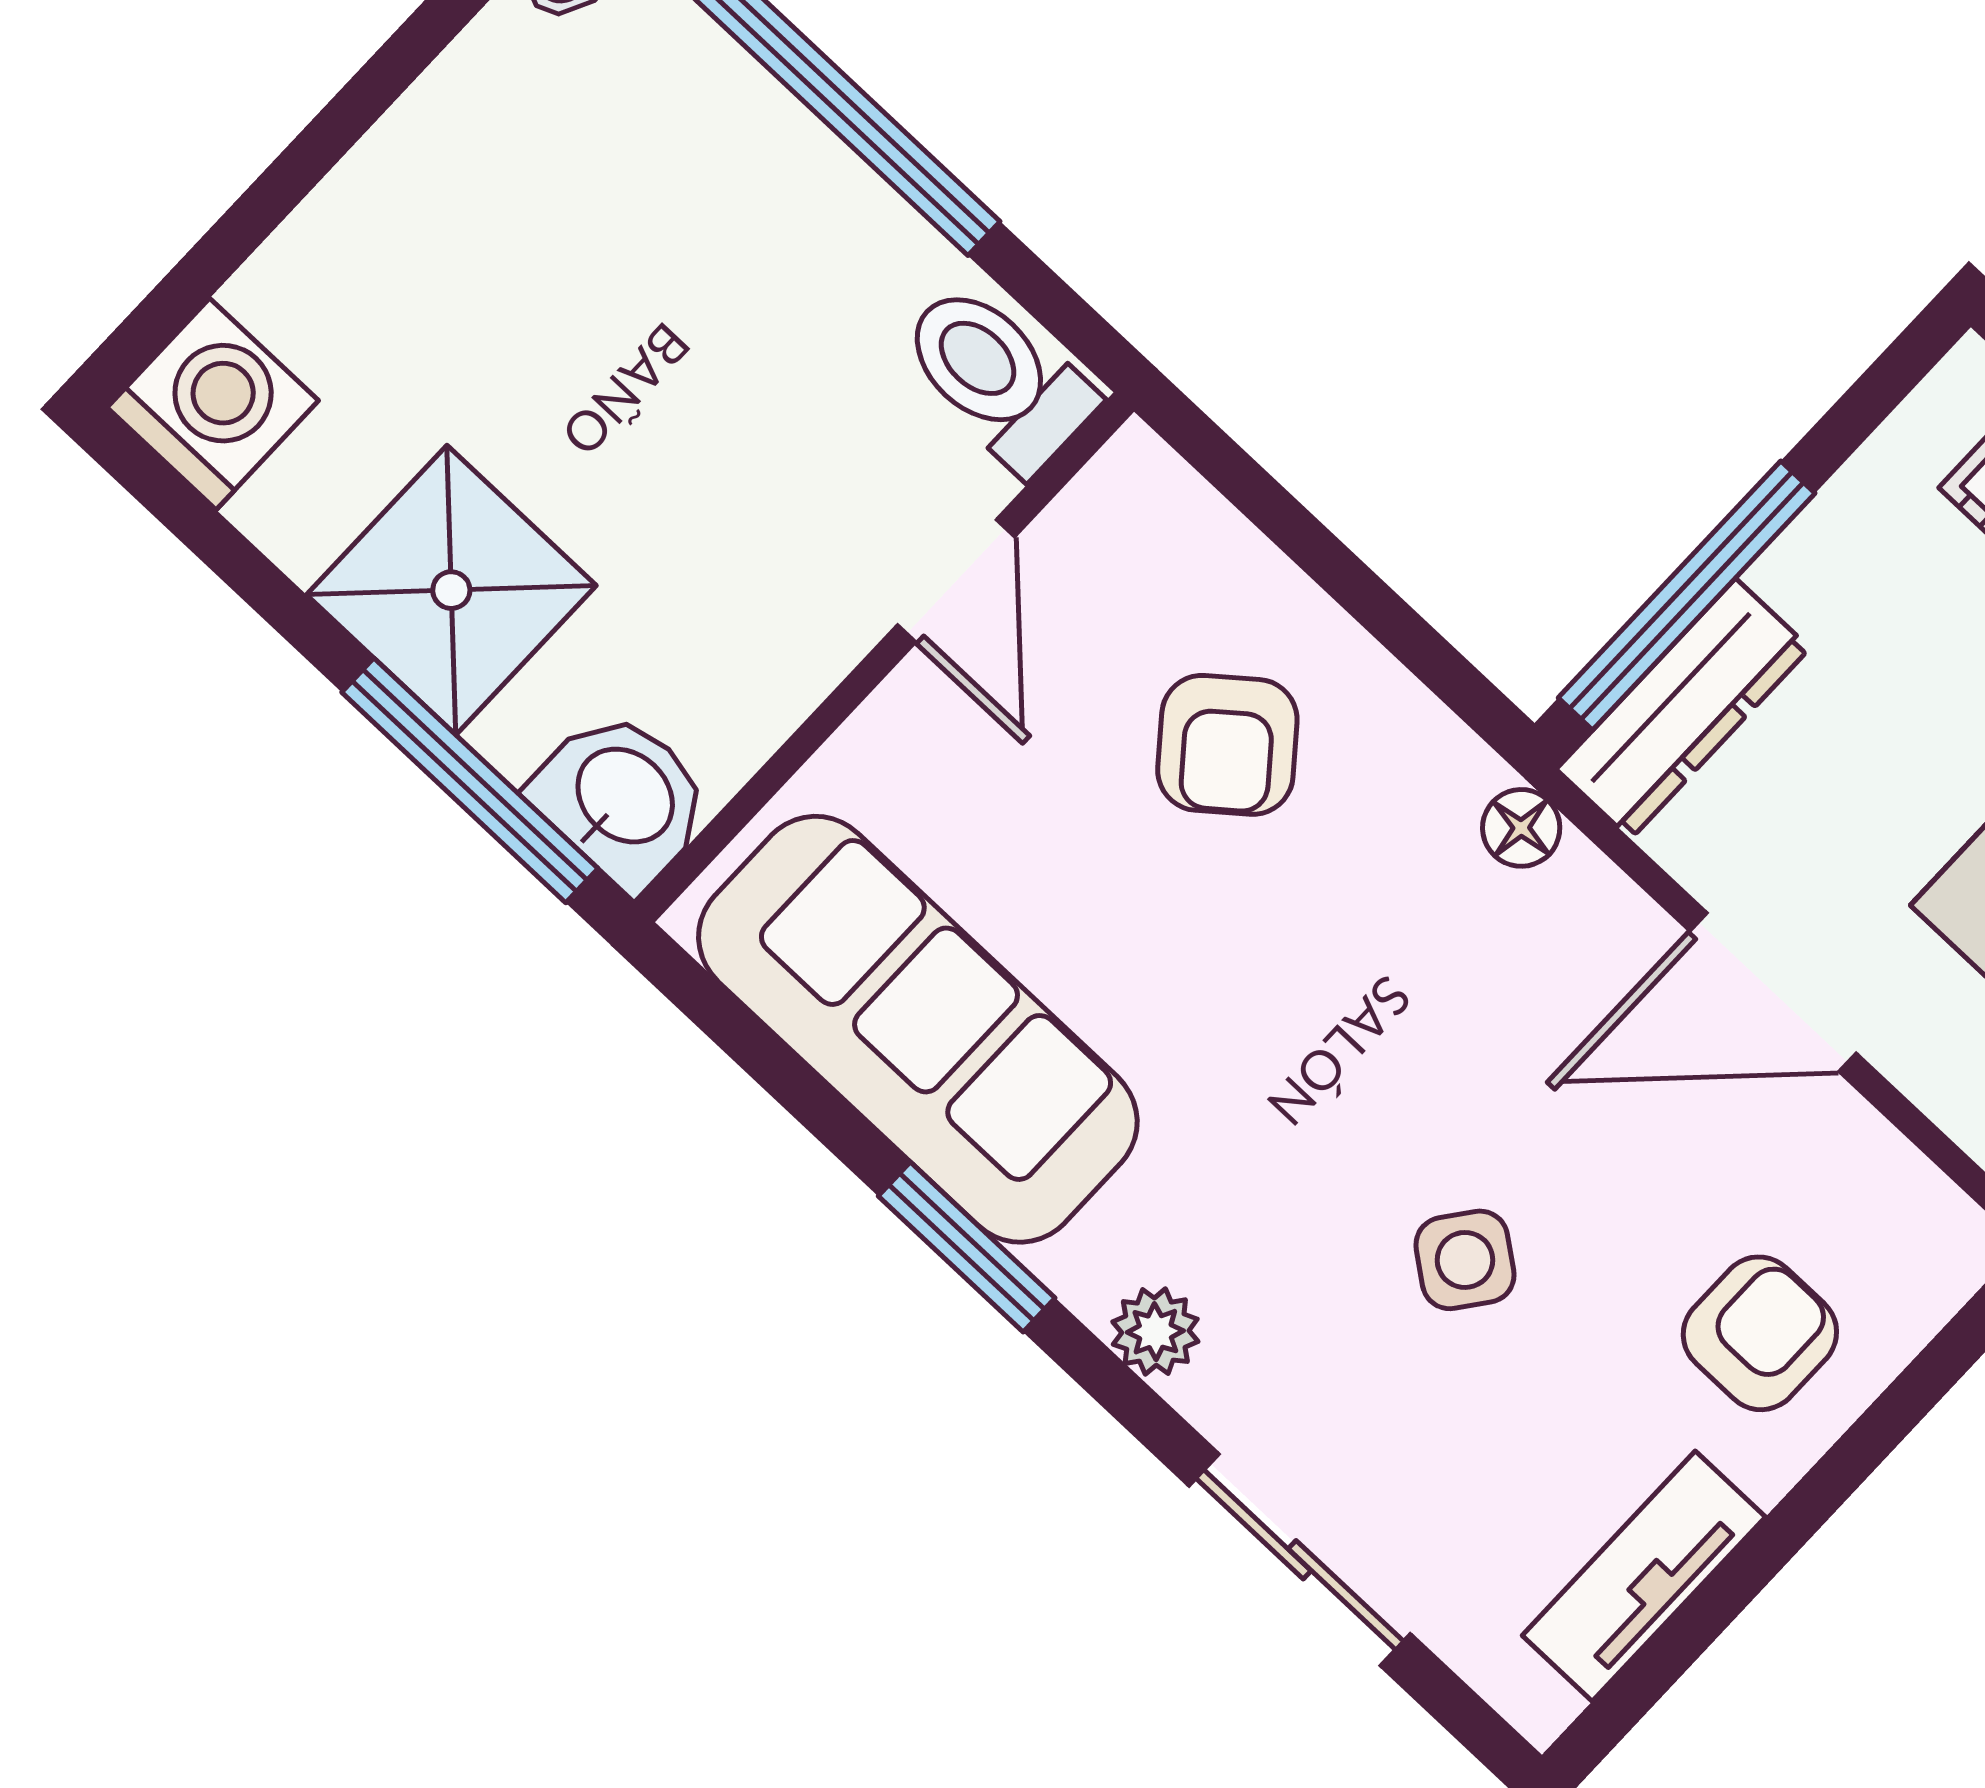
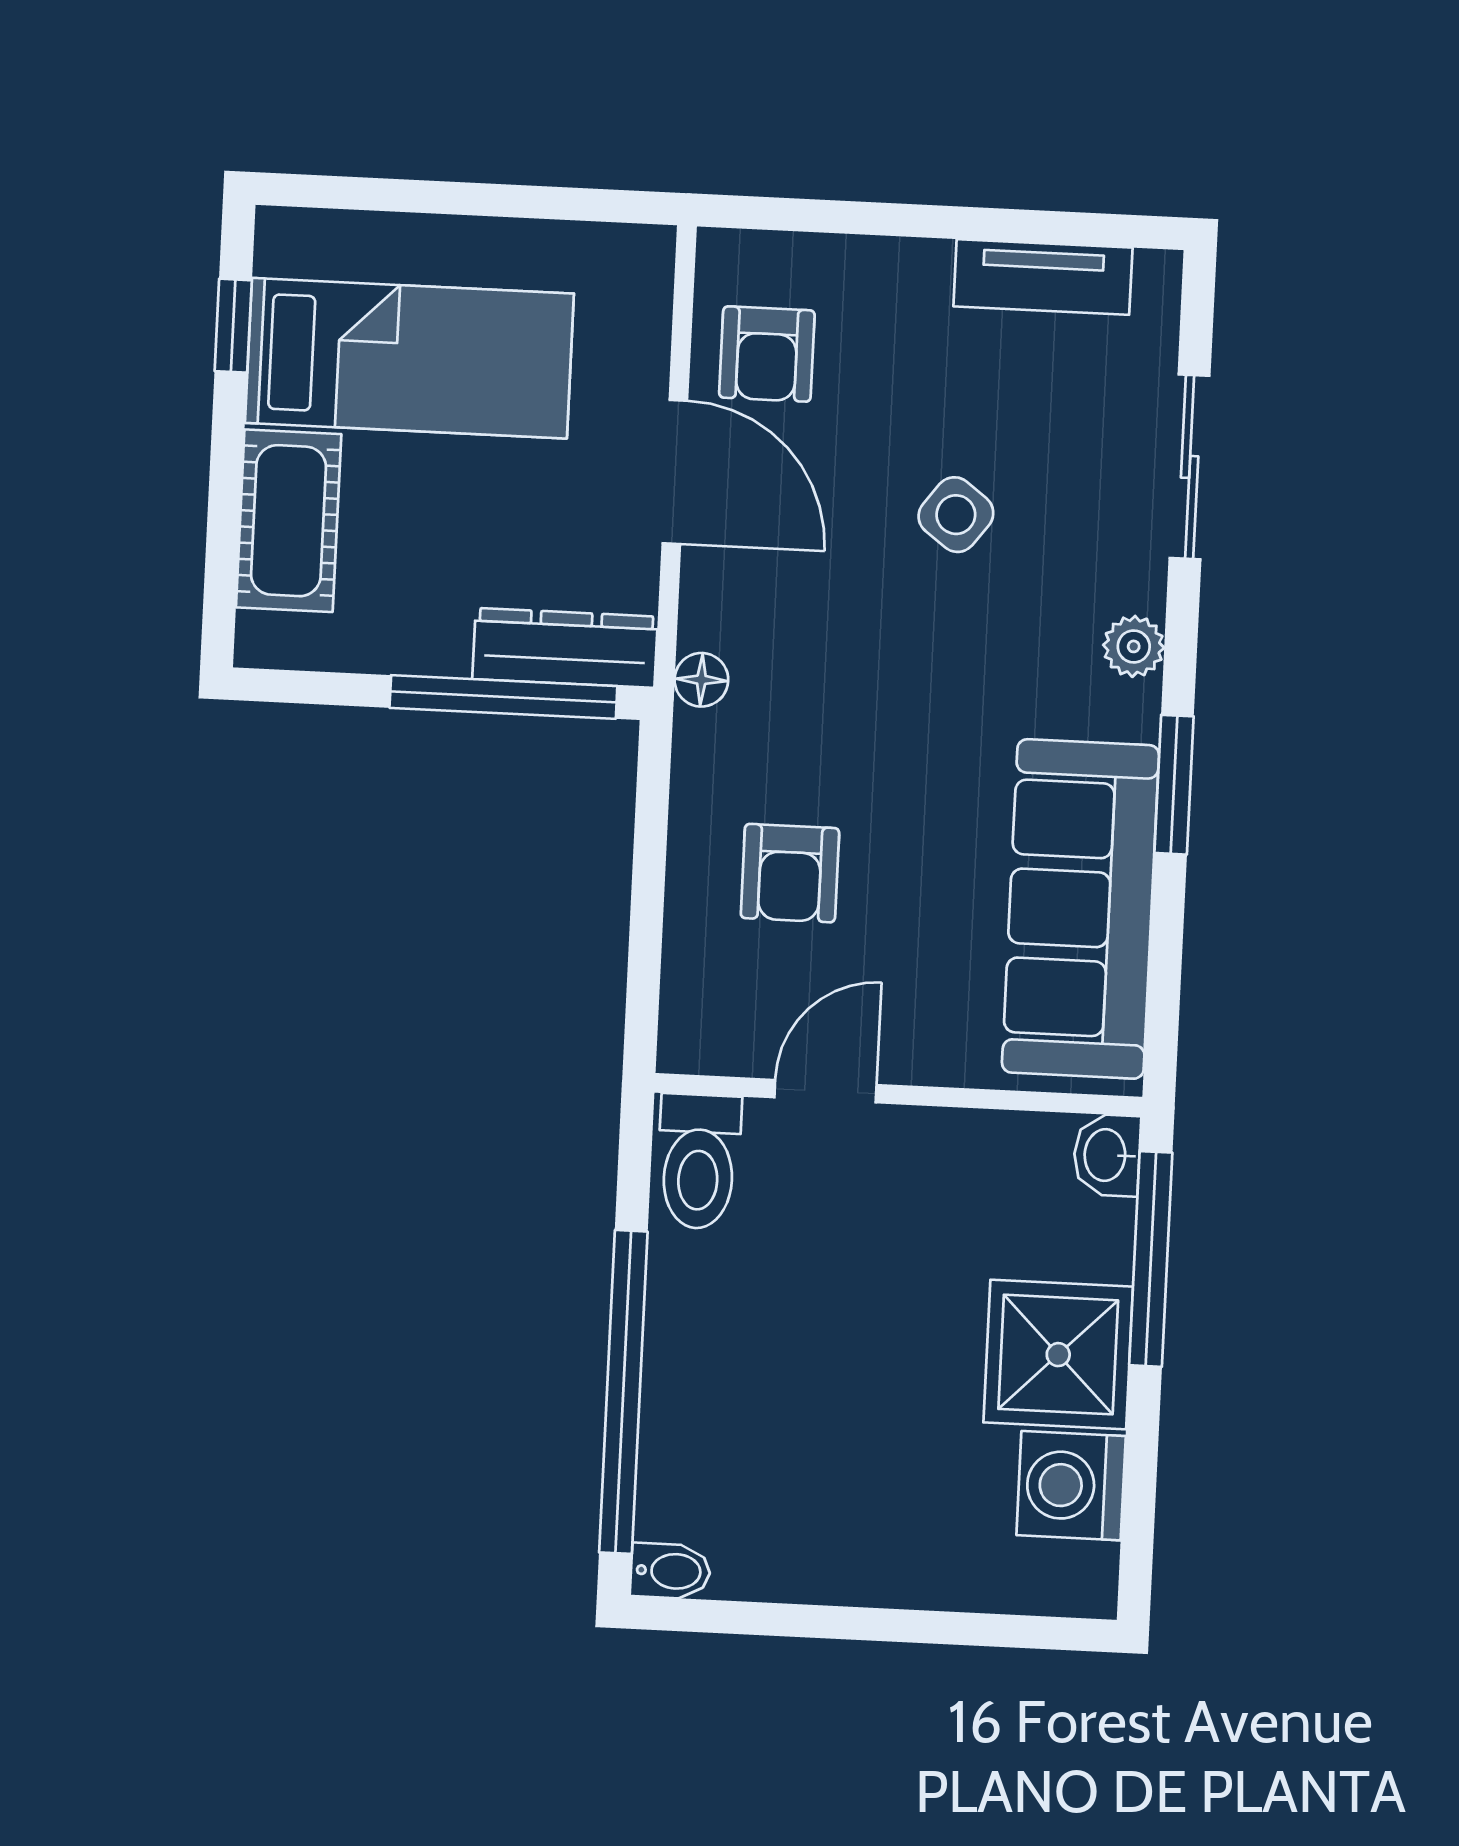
washing machine: (213, 404) -> (1071, 1486), moved
armchair: (1227, 745) -> (790, 873), turned 129
washbasin: (622, 799) -> (1107, 1155), width x0.72, depth x0.69
armchair: (1760, 1333) -> (767, 354), moved, turned -90

